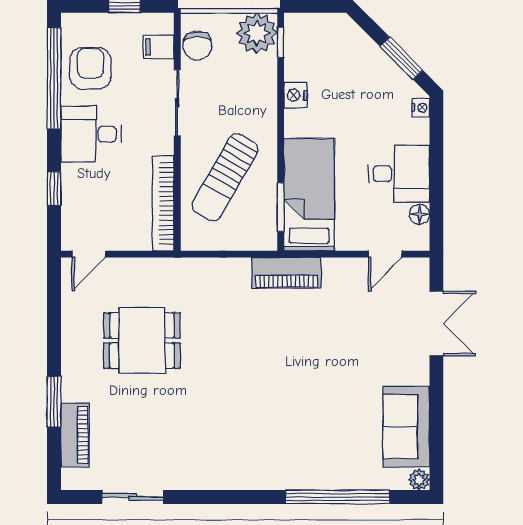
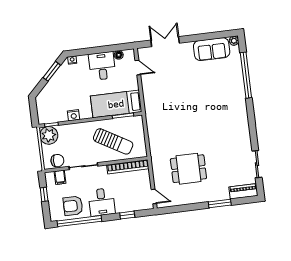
piano: (286, 273) -> (151, 110), removed
dining table: (142, 340) -> (188, 169), turned 90
piano: (75, 435) -> (243, 191), moved

